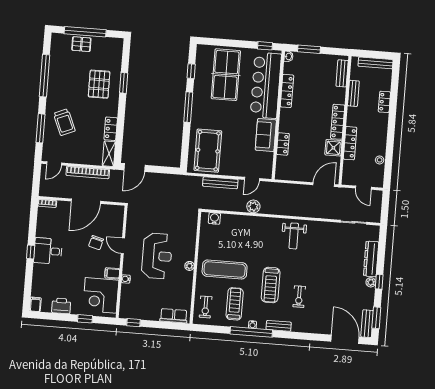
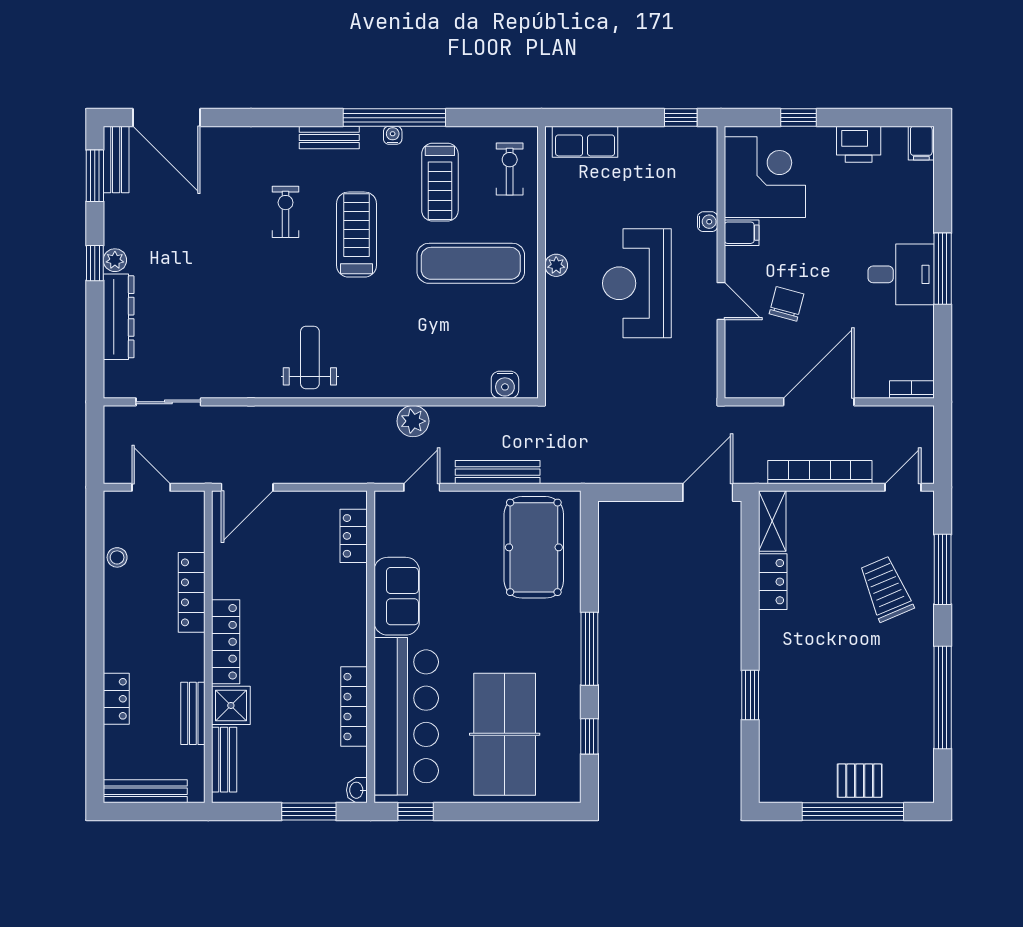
pallet: (99, 84) -> (809, 687), removed
locker: (283, 144) -> (354, 536), moved
shower: (333, 148) -> (231, 705), moved
window: (31, 252) -> (943, 269), width x2.17

